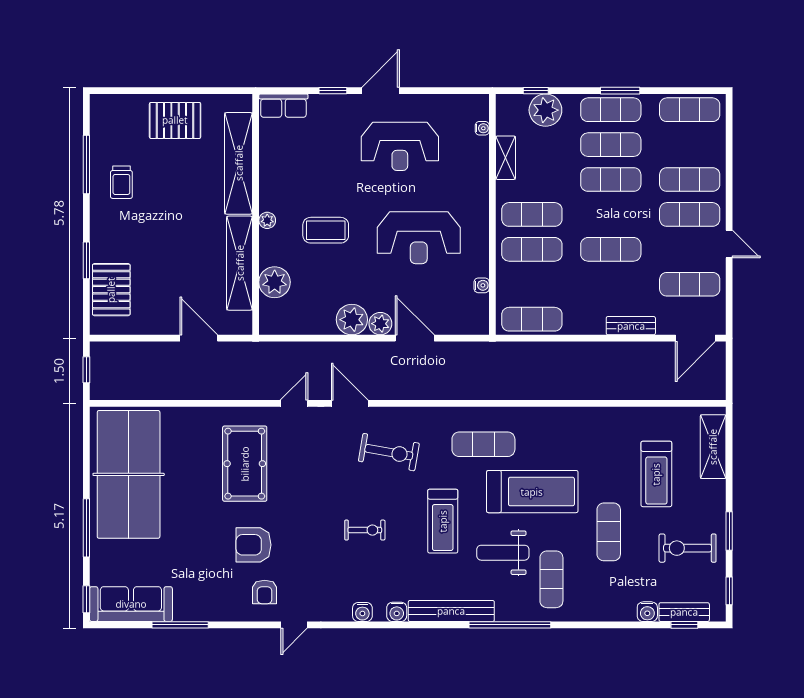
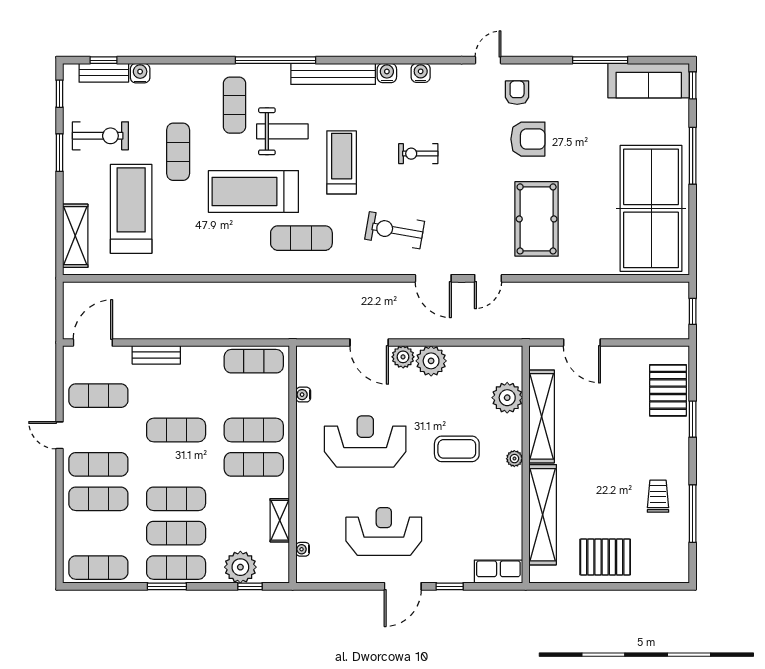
treadmill: (656, 474) -> (131, 209), width x1.37, depth x1.38

